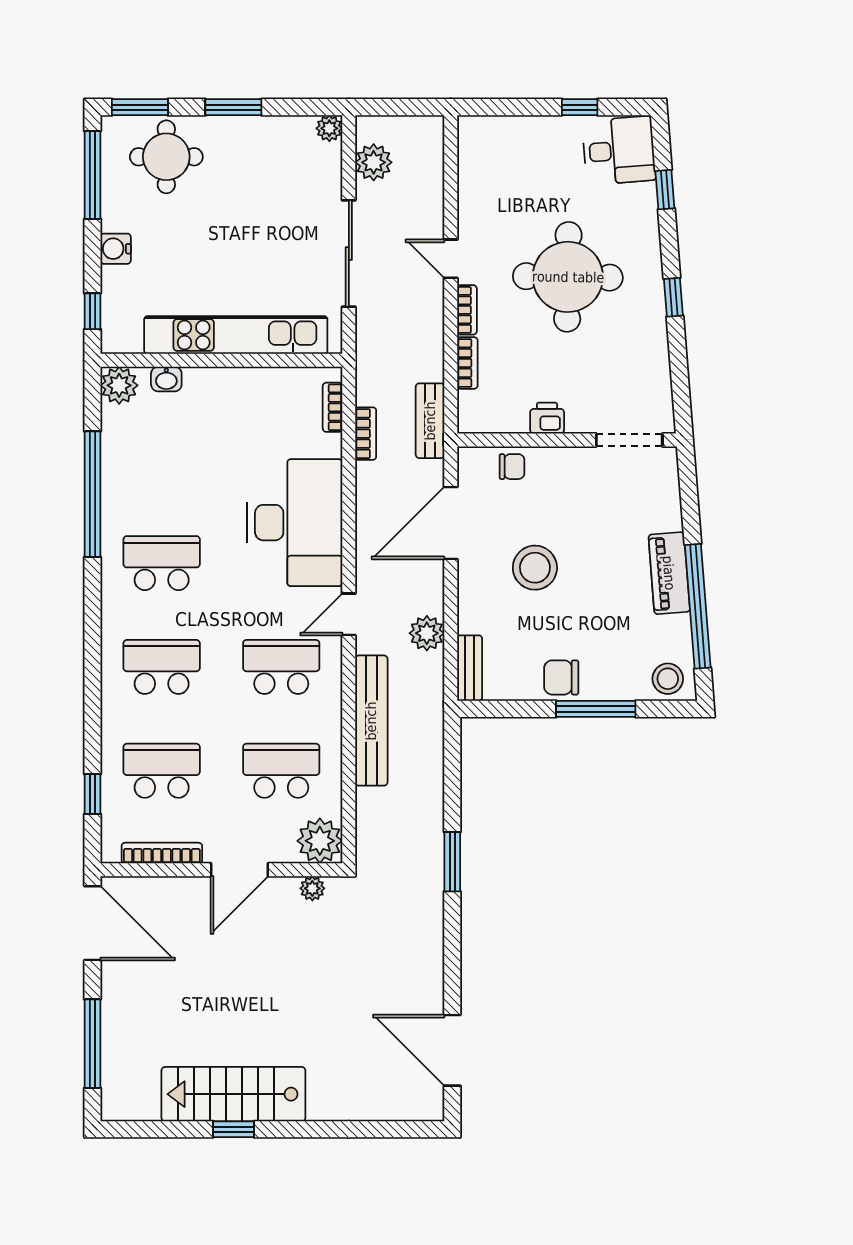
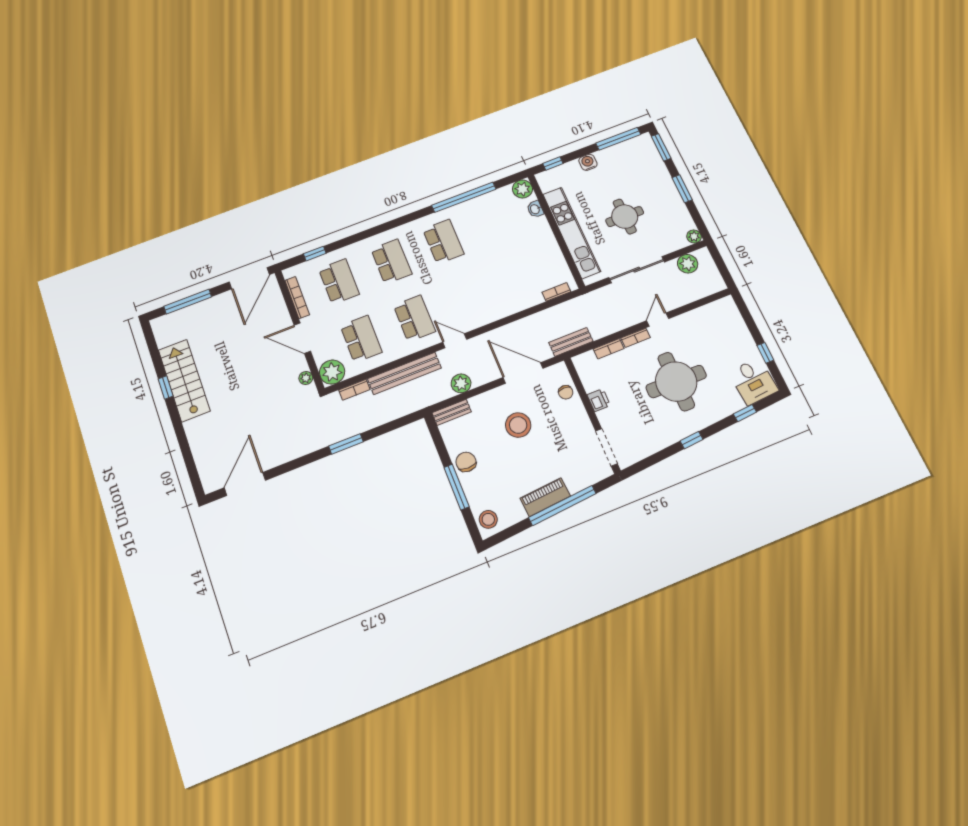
round table: (166, 157) -> (625, 217), moved
bookcase: (366, 434) -> (354, 390), moved
desk: (295, 523) -> (490, 296), removed
window: (698, 606) -> (562, 505), moved

